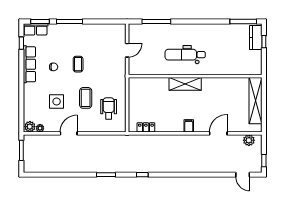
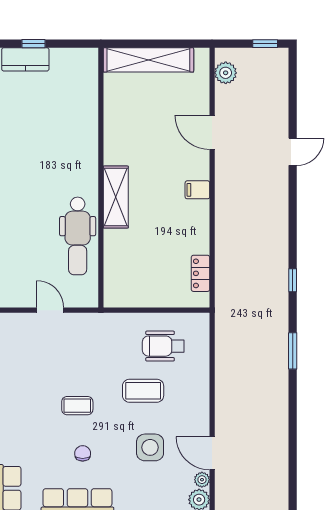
dental chair: (185, 55) -> (78, 236), moved
door: (69, 133) -> (212, 453), moved
door: (243, 175) -> (293, 152), moved

